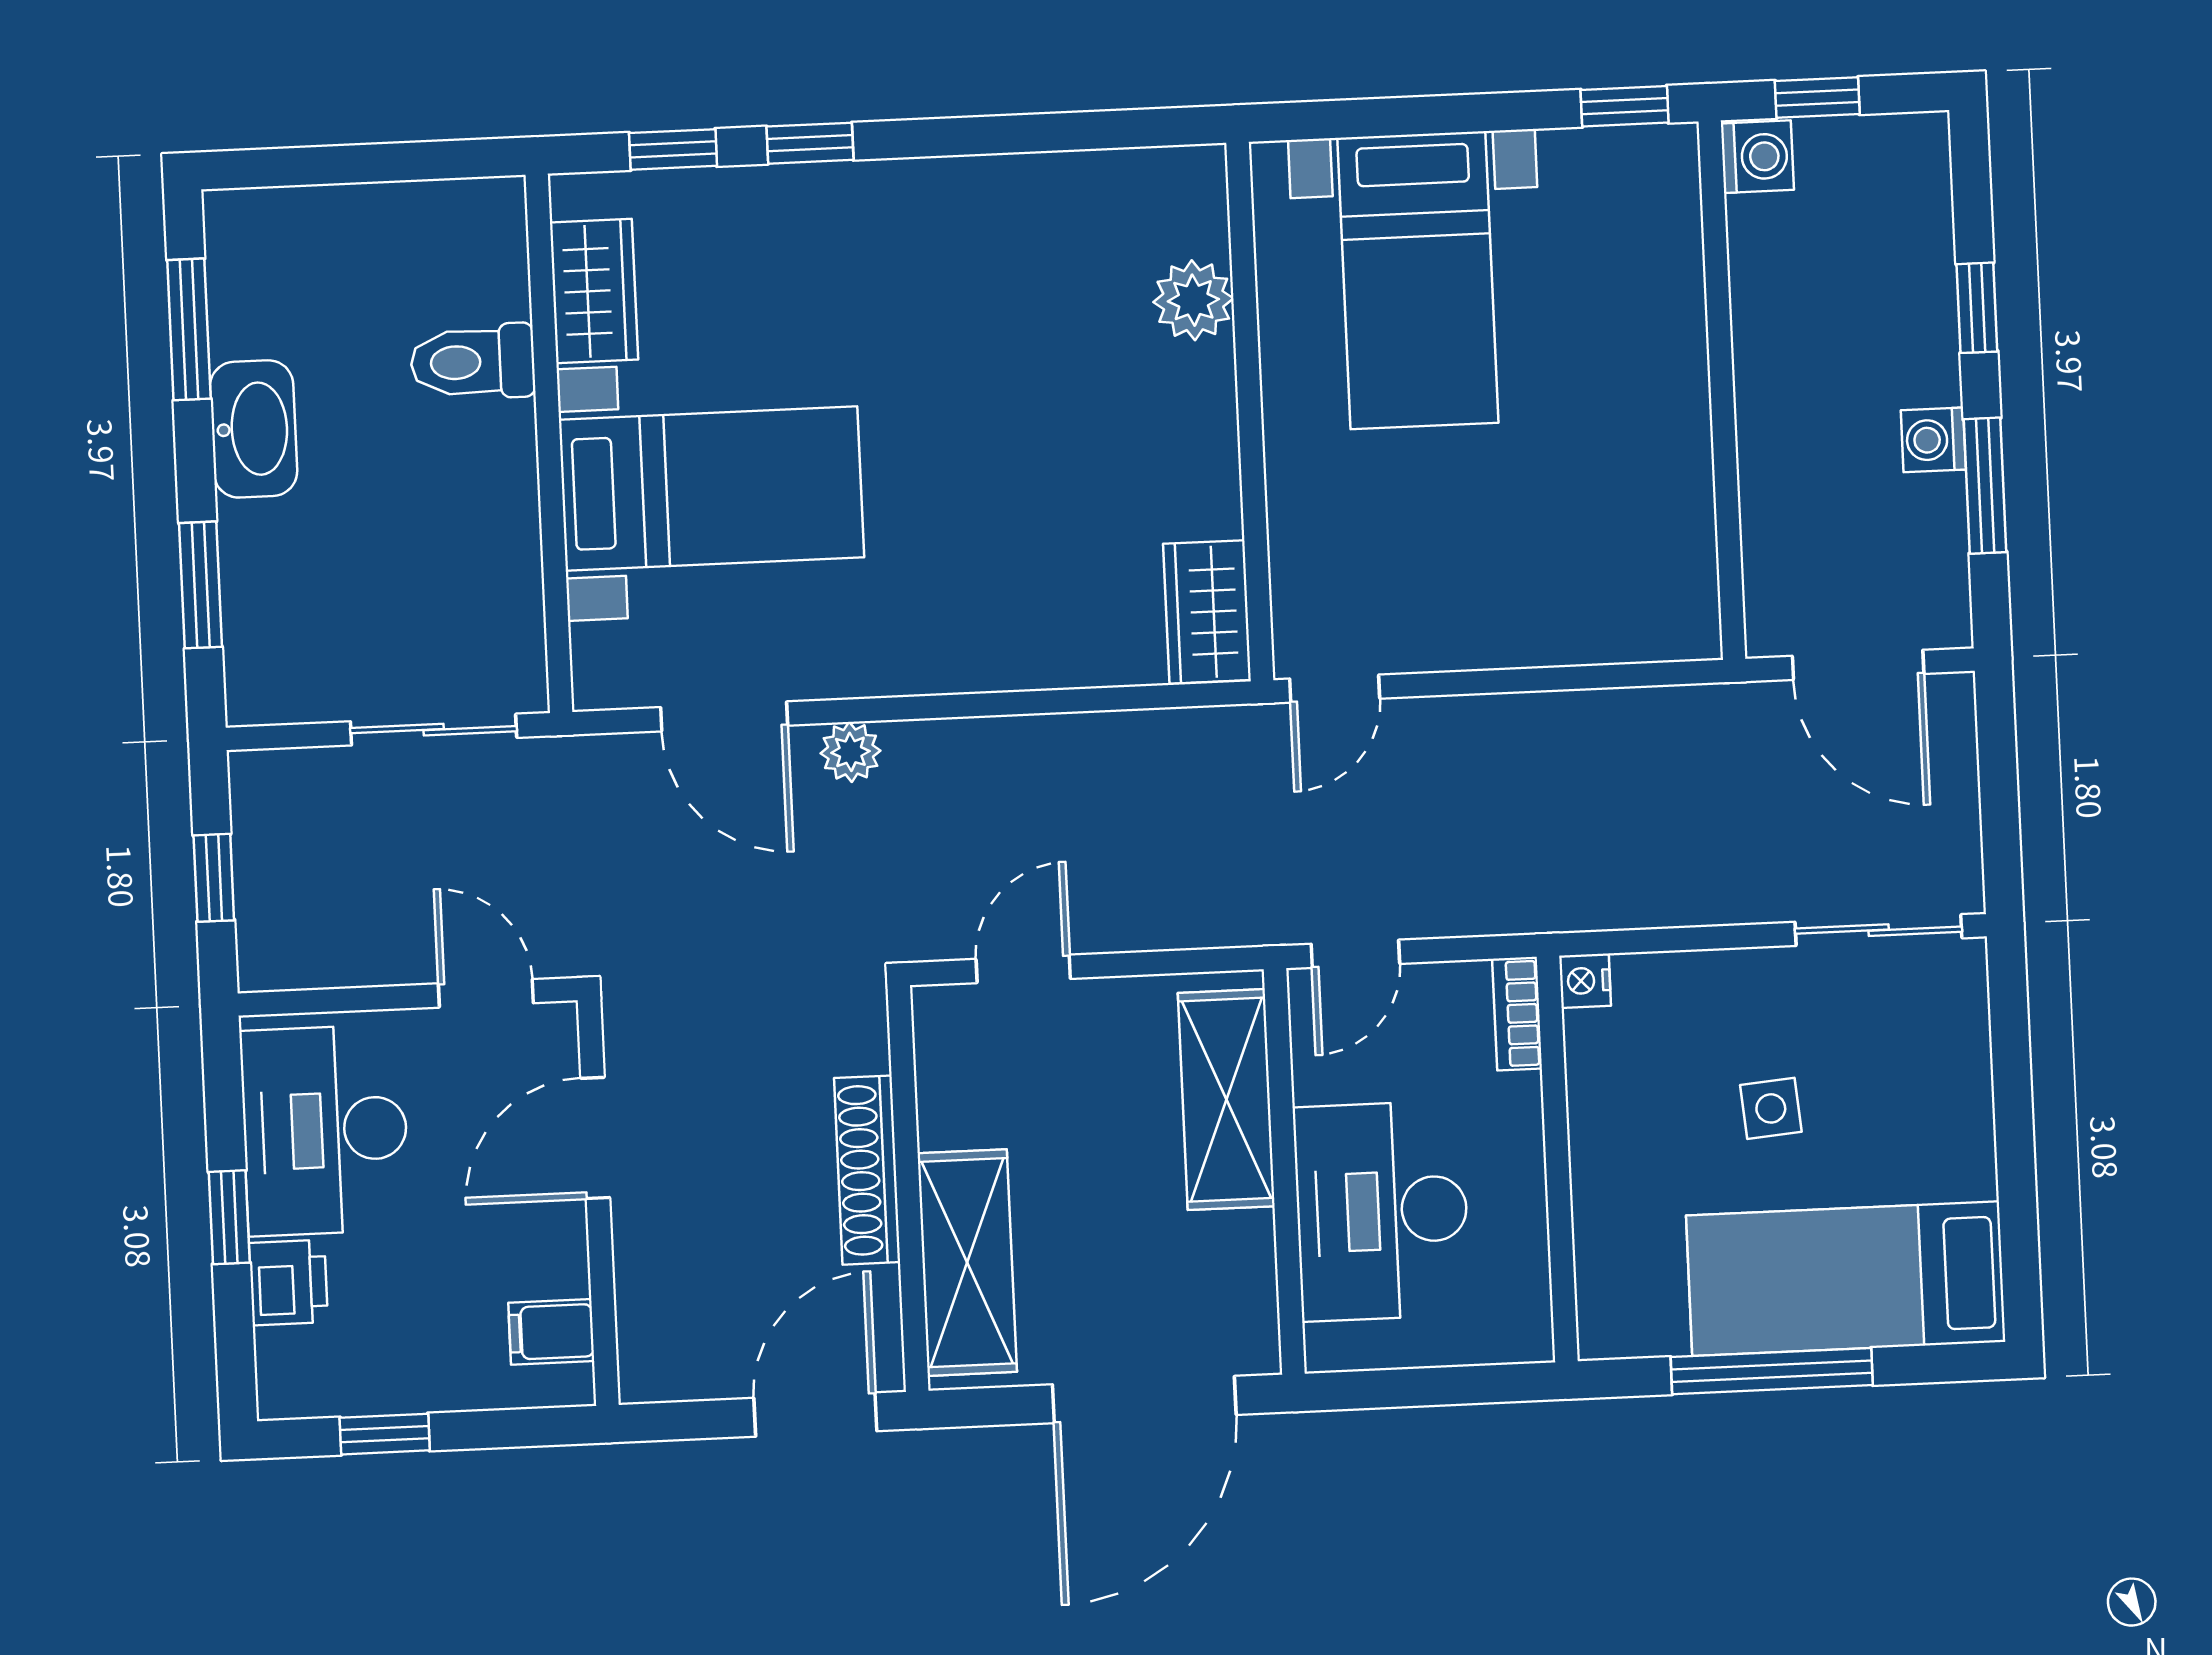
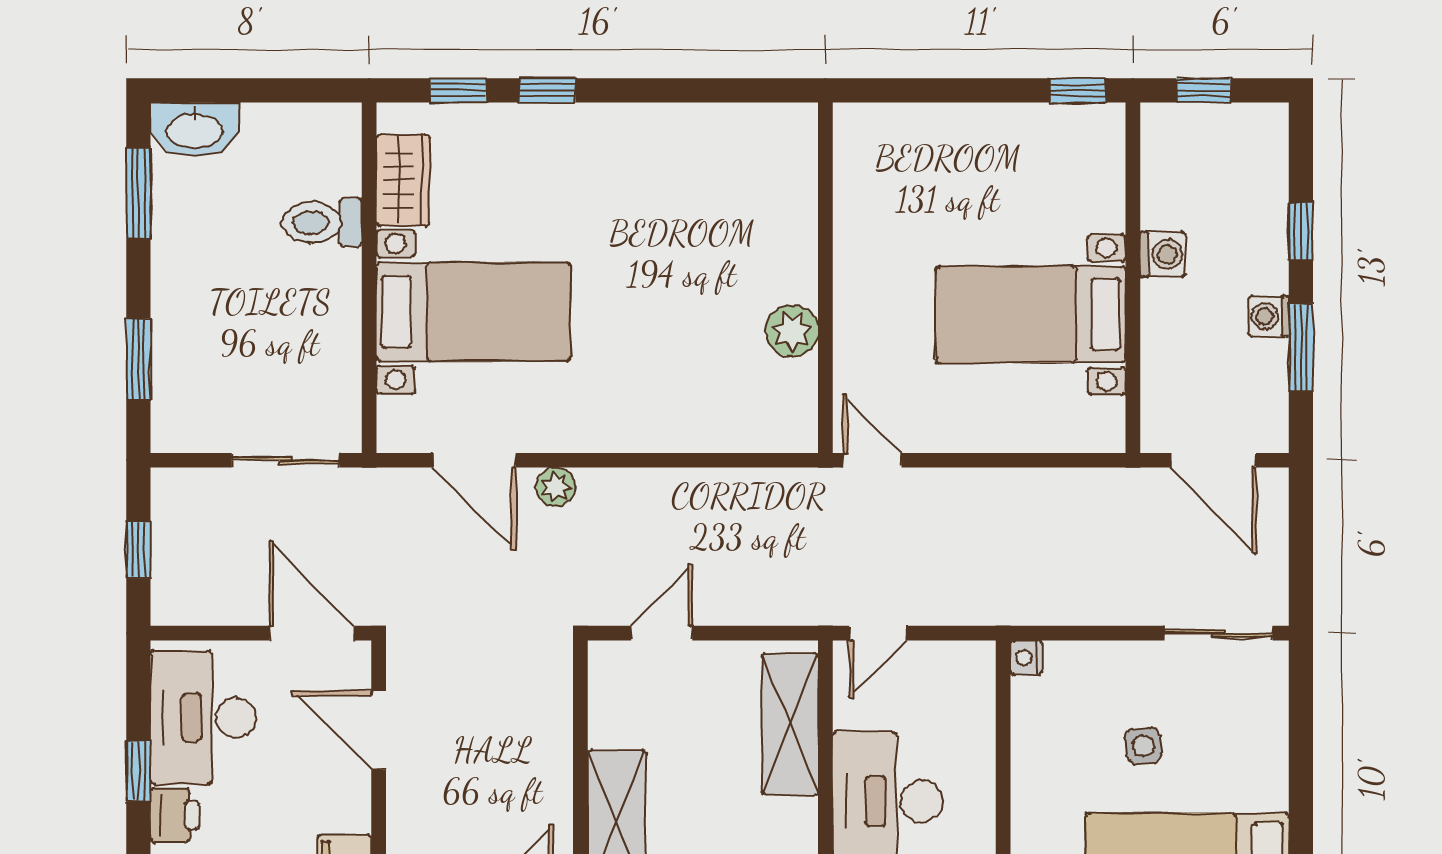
washing machine: (1757, 157) -> (1163, 254), moved
bed with nightstands: (1418, 280) -> (1031, 315), moved, turned 90
plant: (1193, 300) -> (792, 331), moved
washbasin: (254, 429) -> (195, 129), moved, turned 90
wardrobe: (1207, 612) -> (792, 407), removed
door: (1335, 689) -> (872, 460), swing flipped
door: (486, 993) -> (312, 633), width x1.38
bookcase: (1517, 1014) -> (981, 677), removed
door: (595, 1138) -> (379, 730), hinge flipped
shoe rack: (867, 1170) -> (554, 759), removed

